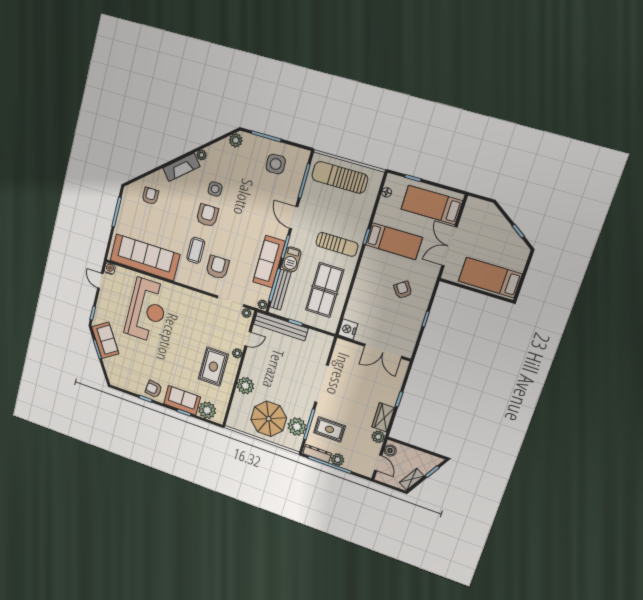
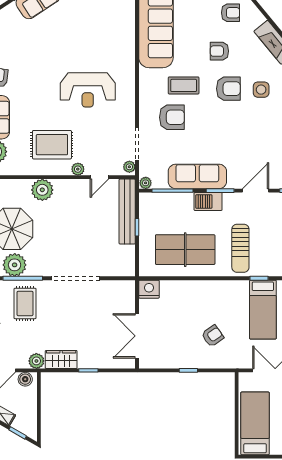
armchair: (177, 214) -> (219, 51), added
bench: (280, 290) -> (169, 199), removed
reception desk: (147, 310) -> (88, 90), moved, width x0.74, depth x0.77
door: (248, 339) -> (99, 177), hinge flipped

